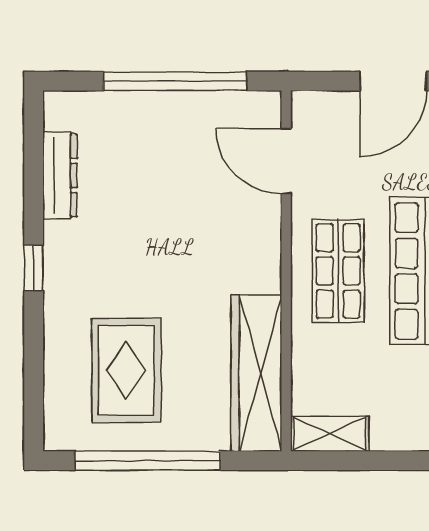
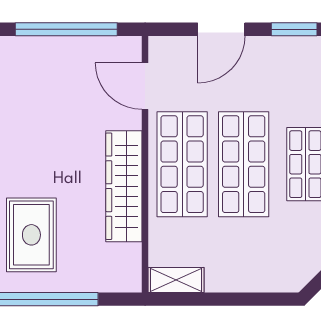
shop shelf: (338, 271) -> (182, 164), width x1.43, depth x1.36
wardrobe: (256, 373) -> (124, 186), moved

